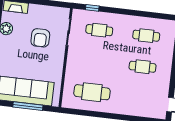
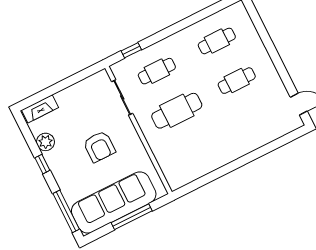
armchair: (40, 38) -> (99, 147), moved
cafe table: (92, 92) -> (177, 111), moved

